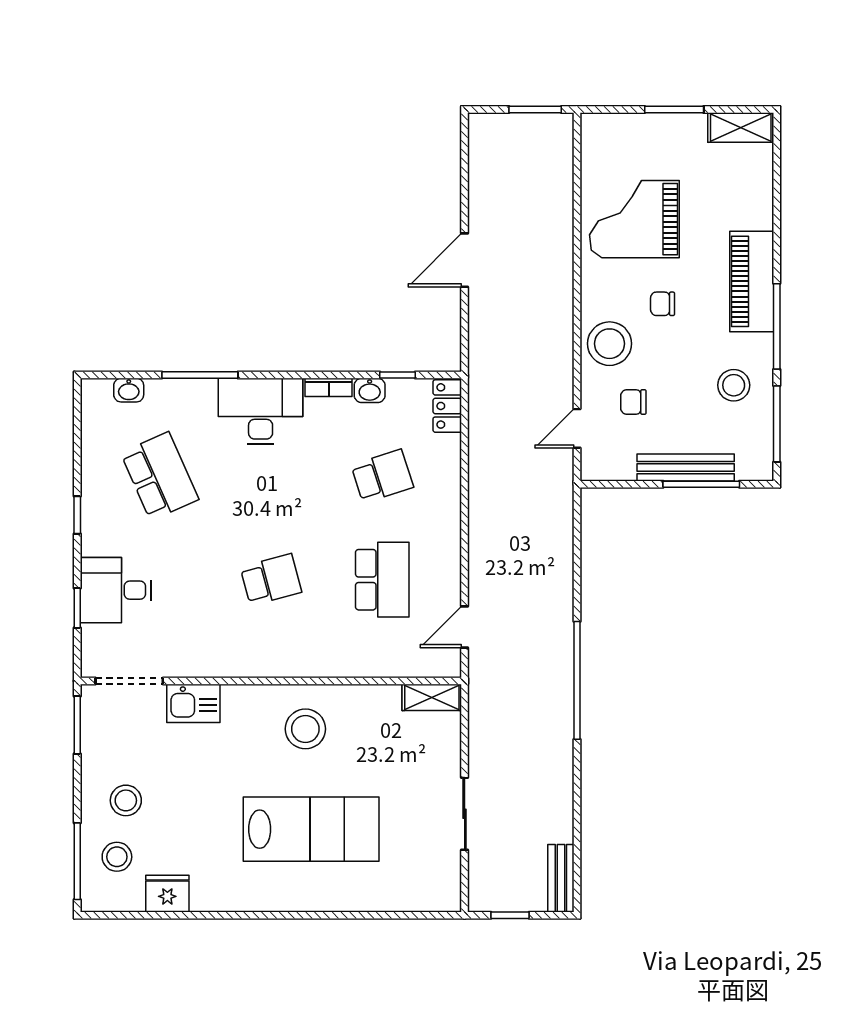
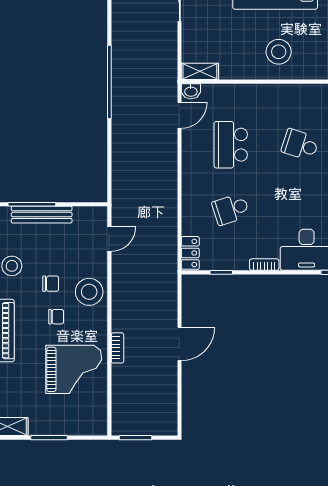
bookcase: (564, 254) -> (117, 348), added
washbasin: (370, 390) -> (191, 91), moved, turned 180
chair: (633, 402) -> (51, 284), moved
school desk: (271, 580) -> (300, 145), turned 33

